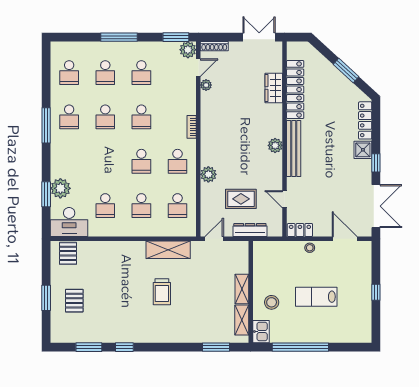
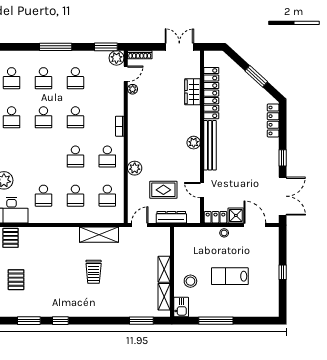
shower: (363, 150) -> (236, 215), moved
window: (300, 347) -> (216, 321), width x0.68

